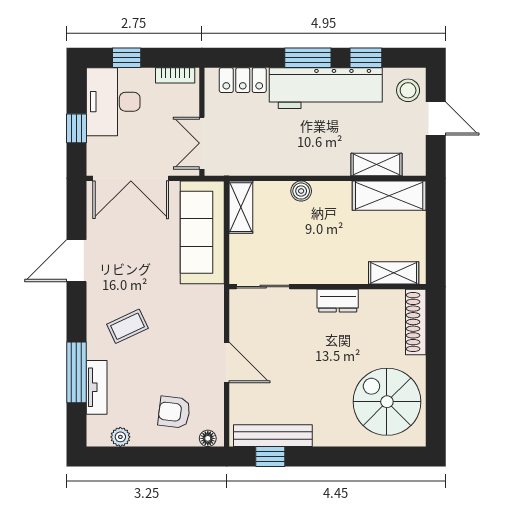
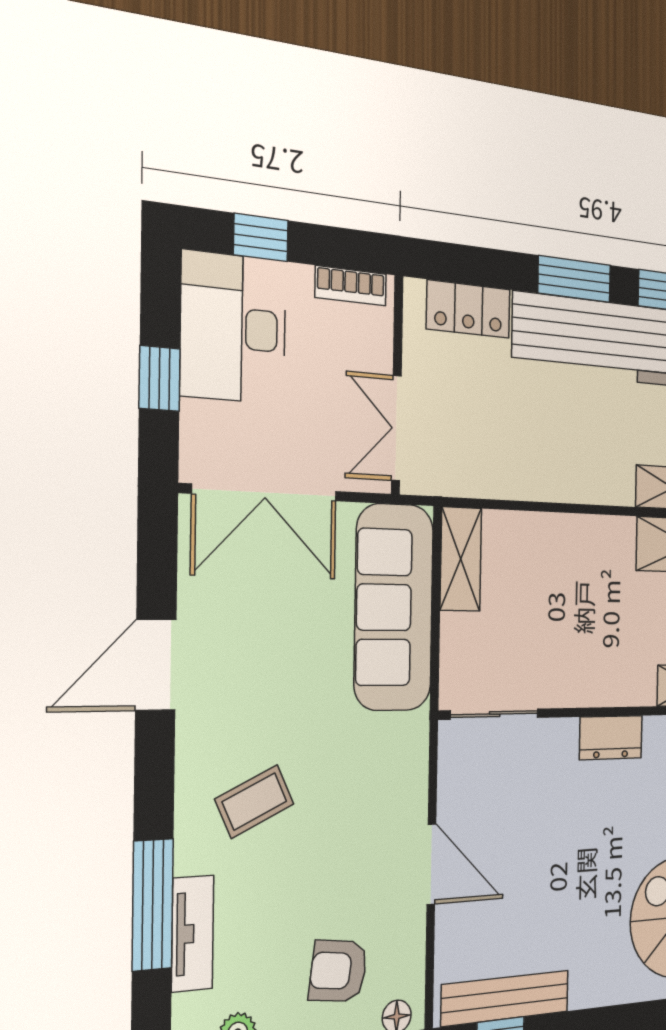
boiler: (301, 191) -> (559, 532), removed

